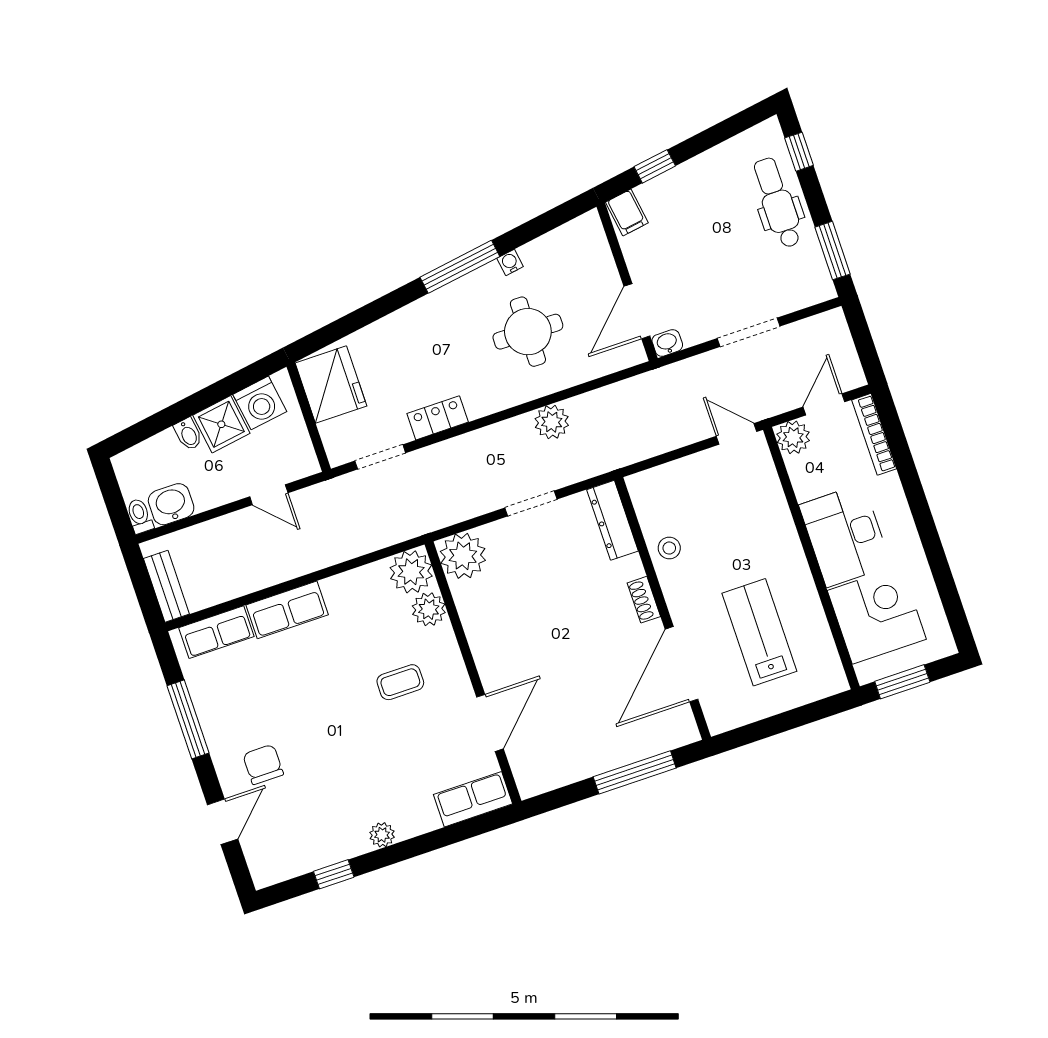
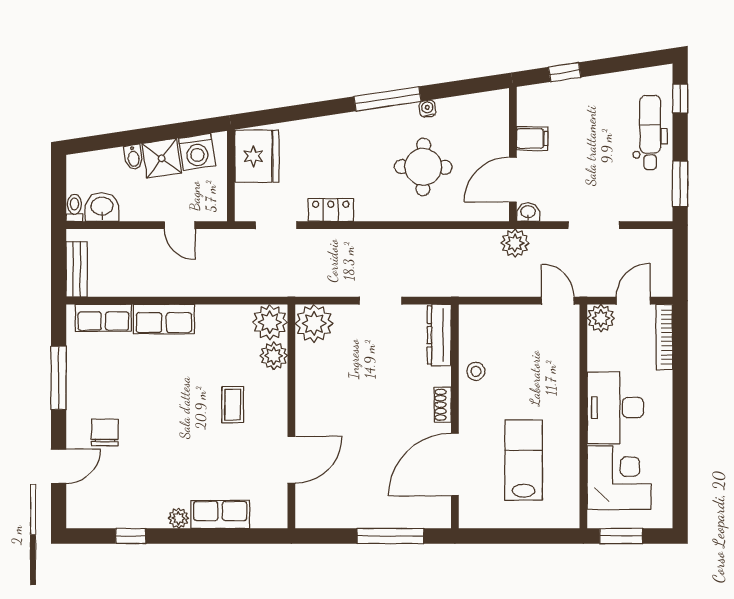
filing cabinet: (627, 212) -> (532, 138), moved, turned -81
plant: (552, 422) -> (515, 243), moved
coffee table: (400, 682) -> (233, 405), turned 90
row of seats: (473, 799) -> (220, 514), moved

